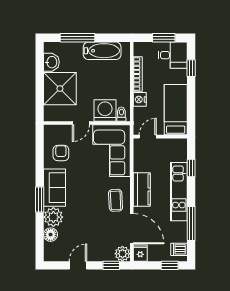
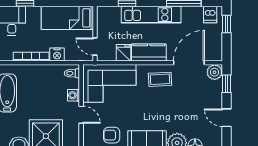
washing machine: (105, 111) -> (74, 95), width x0.53, depth x0.53
fridge: (140, 253) -> (123, 53), moved, turned 90

